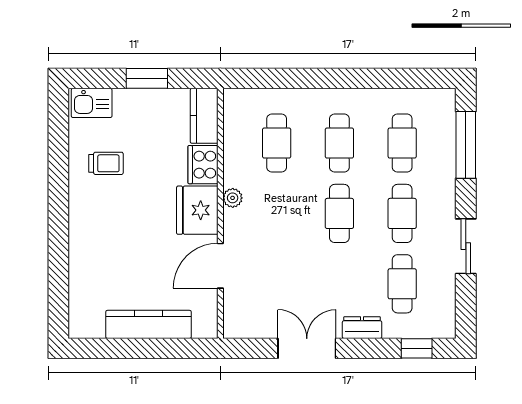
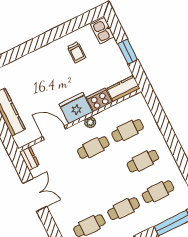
cafe table: (339, 213) -> (93, 148), moved
dresser: (362, 328) -> (29, 158), moved

